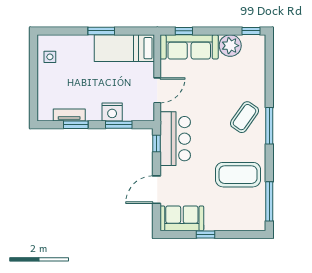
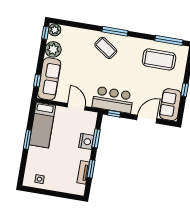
plant: (257, 43) -> (55, 30), added
coffee table: (238, 175) -> (159, 59), moved, turned 90
door: (157, 190) -> (147, 119), swing flipped

